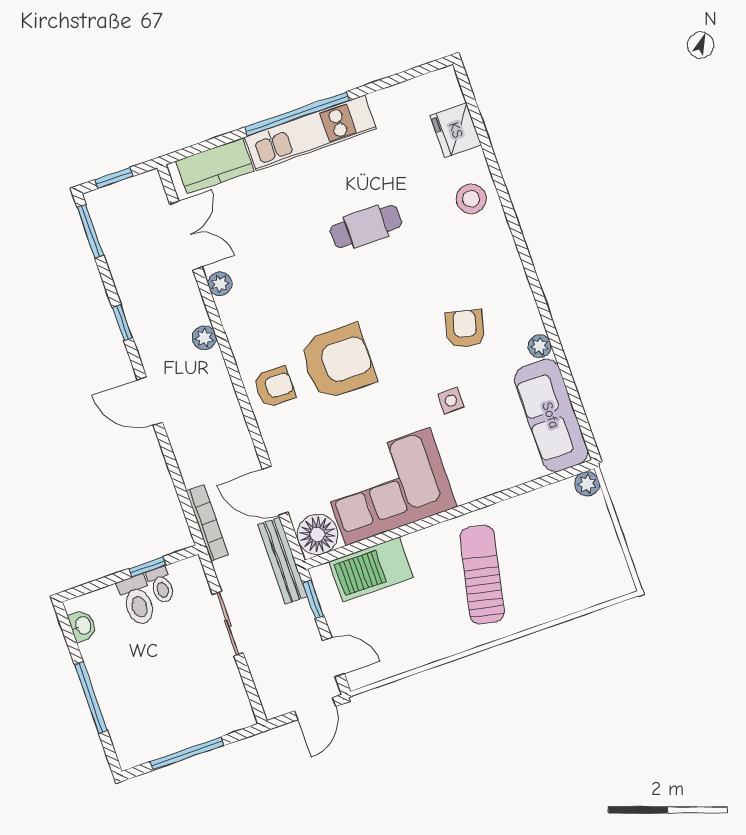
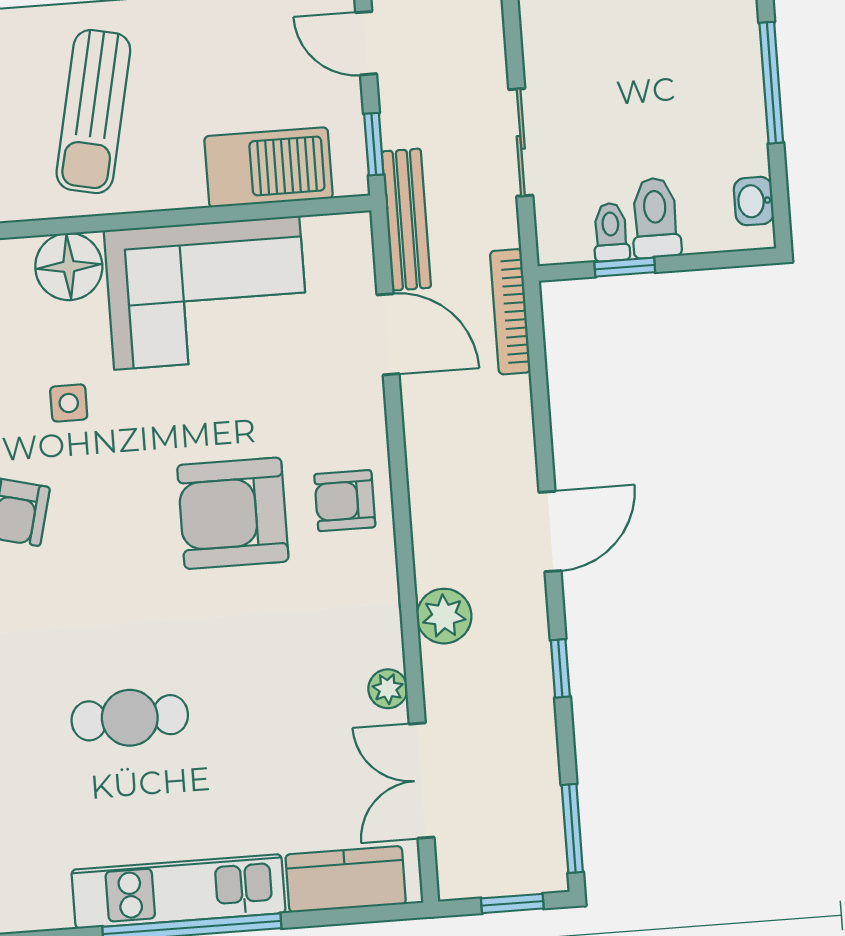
plant: (204, 338) -> (444, 616), width x1.38, depth x1.38
door: (150, 401) -> (550, 531), hinge flipped
floor lamp: (318, 534) -> (69, 267), moved

